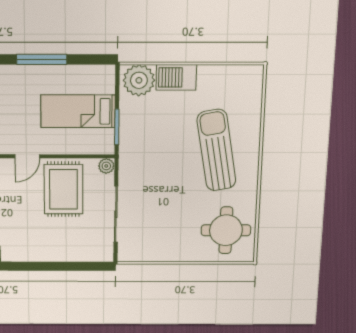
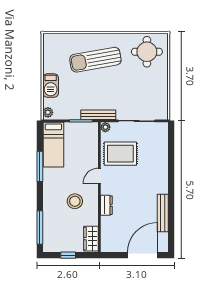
plant: (139, 80) -> (48, 112), width x0.53, depth x0.53
bed: (78, 111) -> (53, 145), moved
bench: (126, 155) -> (98, 115), added
door: (27, 156) -> (99, 176), swing flipped

